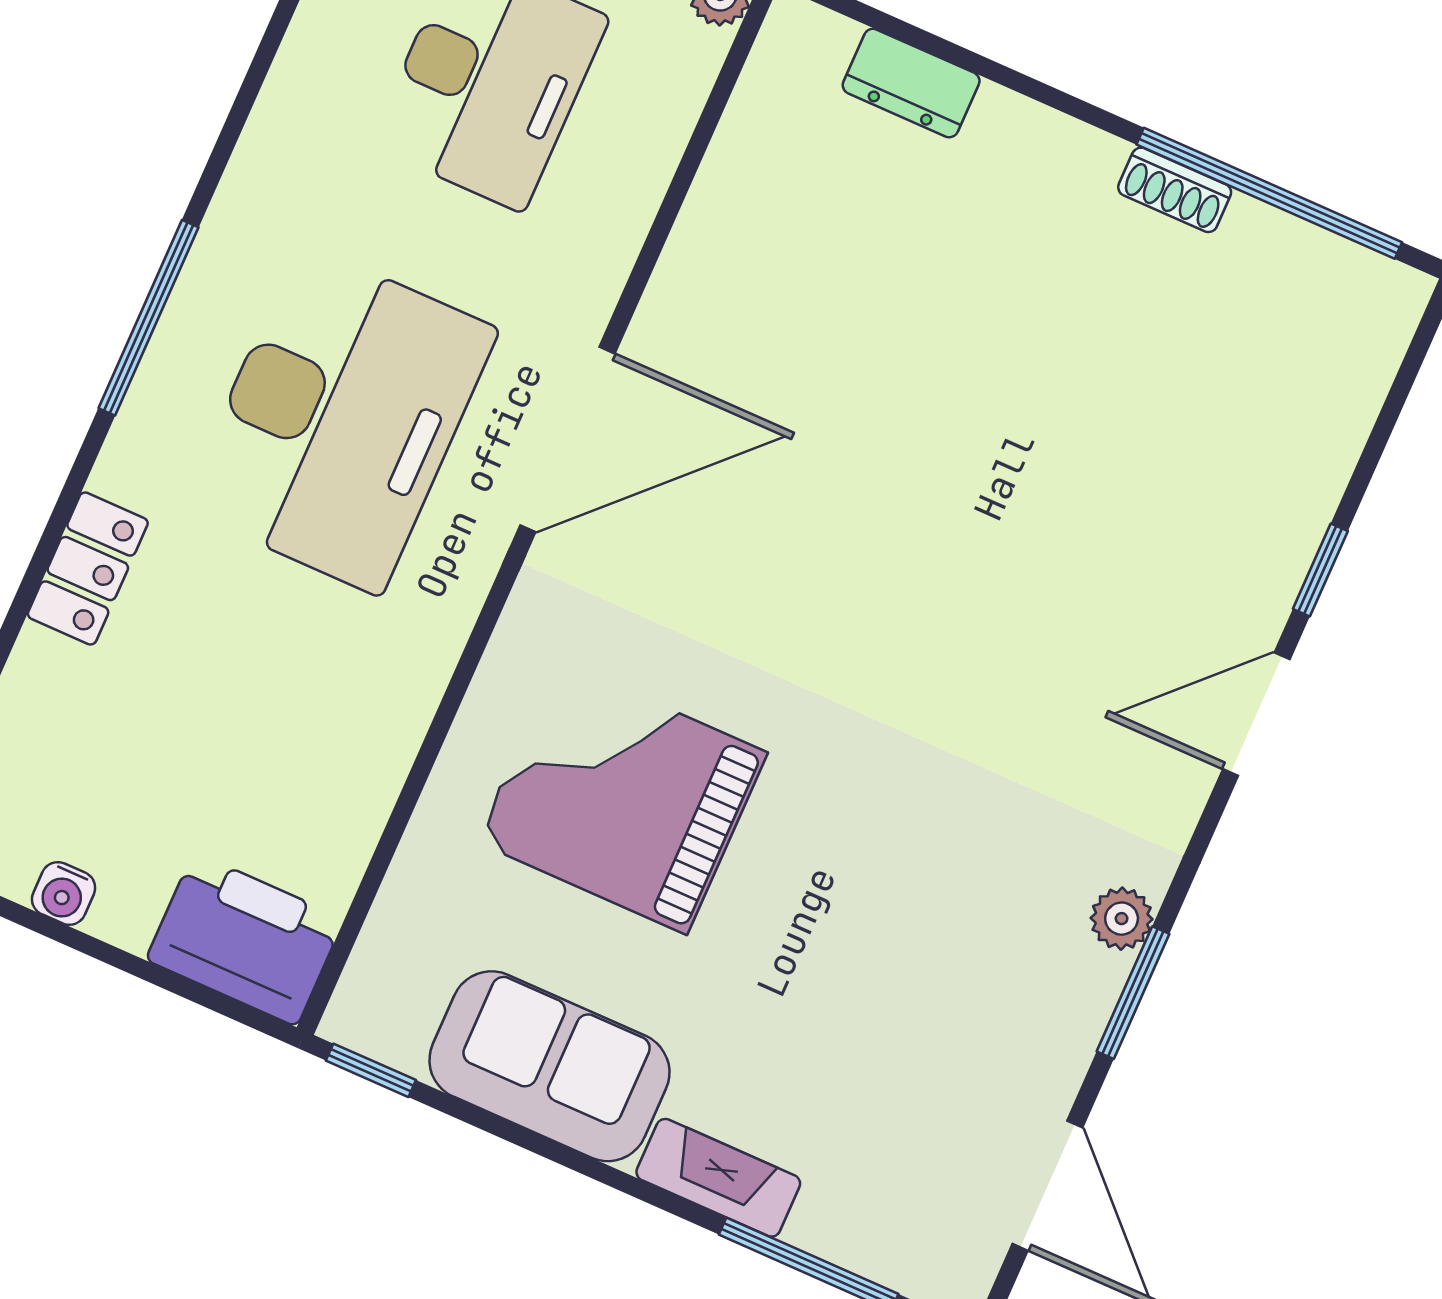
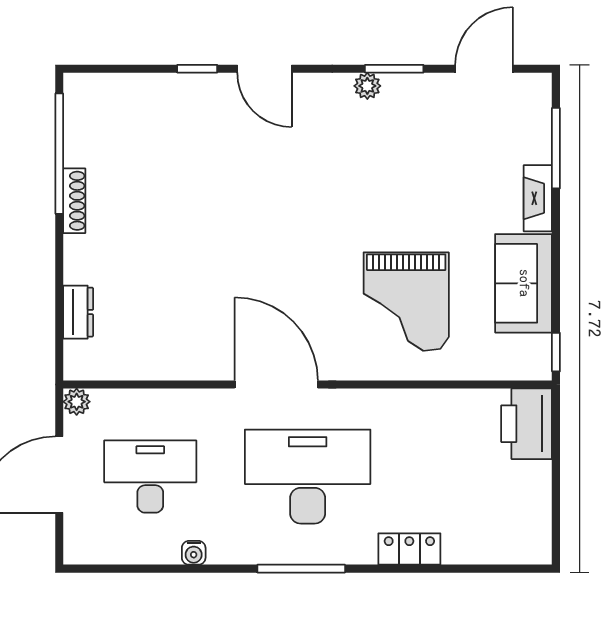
shoe rack: (1175, 190) -> (74, 201), width x1.43
water cooler: (64, 893) -> (194, 553), moved, turned 90

